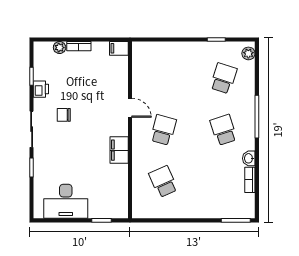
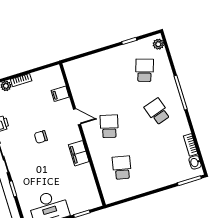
filing cabinet: (119, 48) -> (60, 94), moved
chair: (64, 115) -> (41, 137), moved
washbasin: (249, 158) -> (195, 162), moved
school desk: (163, 182) -> (122, 168), turned 36

